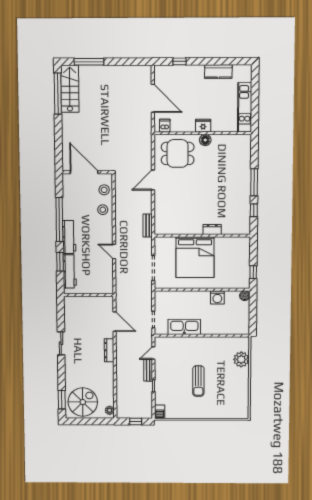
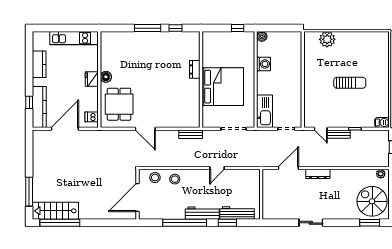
kitchen counter: (175, 72) -> (39, 107), added
kitchen sink: (184, 327) -> (265, 111), moved, turned 180

